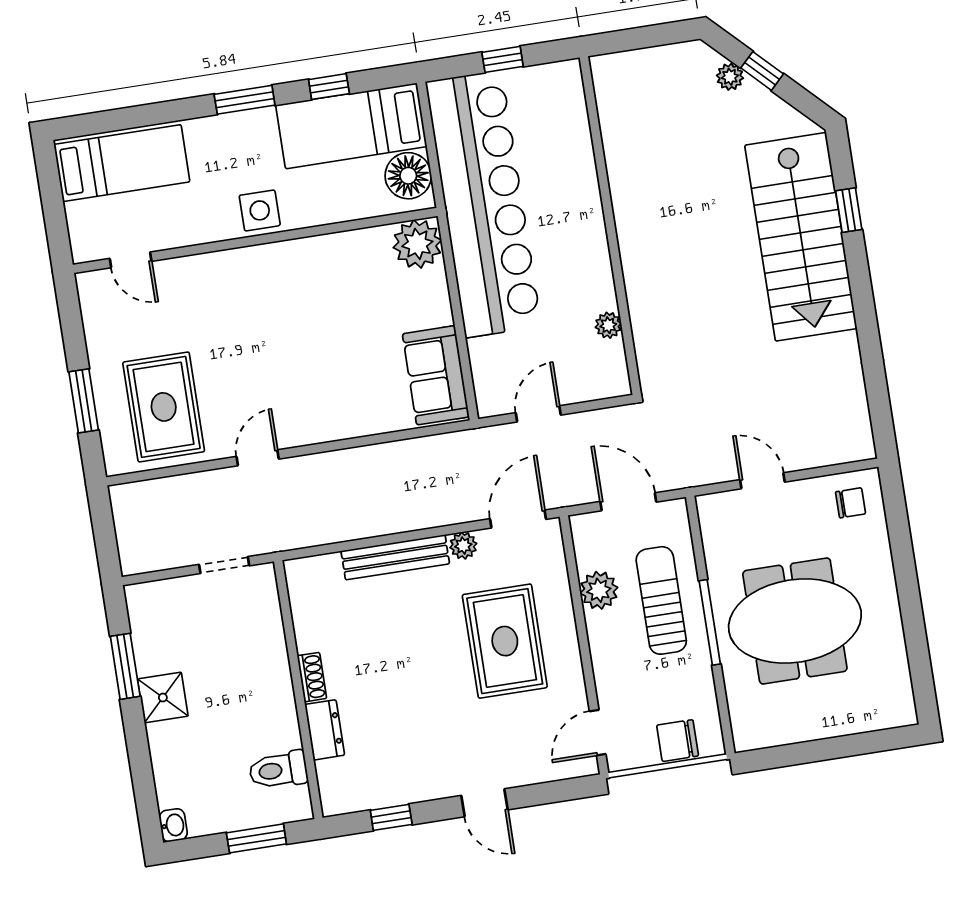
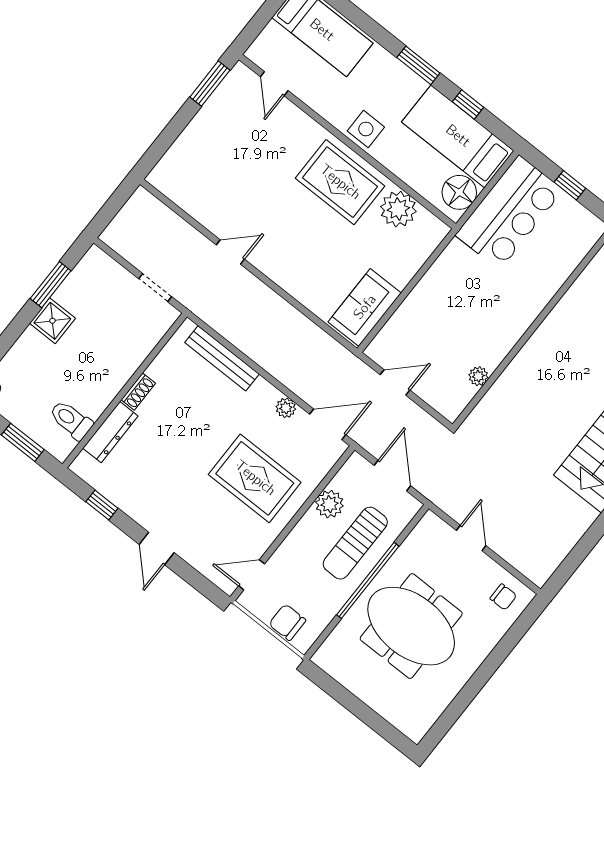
bar counter: (483, 204) -> (509, 213), width x0.54
plant: (417, 244) -> (398, 209), moved
window: (84, 401) -> (210, 84), moved
rug: (164, 407) -> (340, 182), moved, turned 90
bench: (395, 557) -> (222, 358), moved
sun lounger: (661, 600) -> (355, 543), turned 180
window: (710, 622) -> (368, 580), width x1.46
rug: (505, 641) -> (255, 478), turned 90
dresser: (325, 730) -> (110, 432), width x1.44

